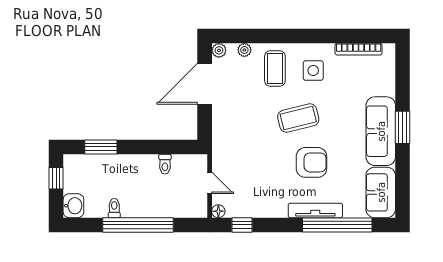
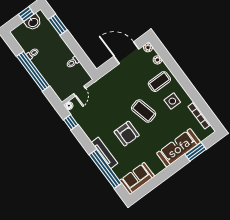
window: (403, 127) -> (196, 152), moved
sofa: (381, 131) -> (179, 148), moved
washbasin: (73, 206) -> (33, 22), moved

